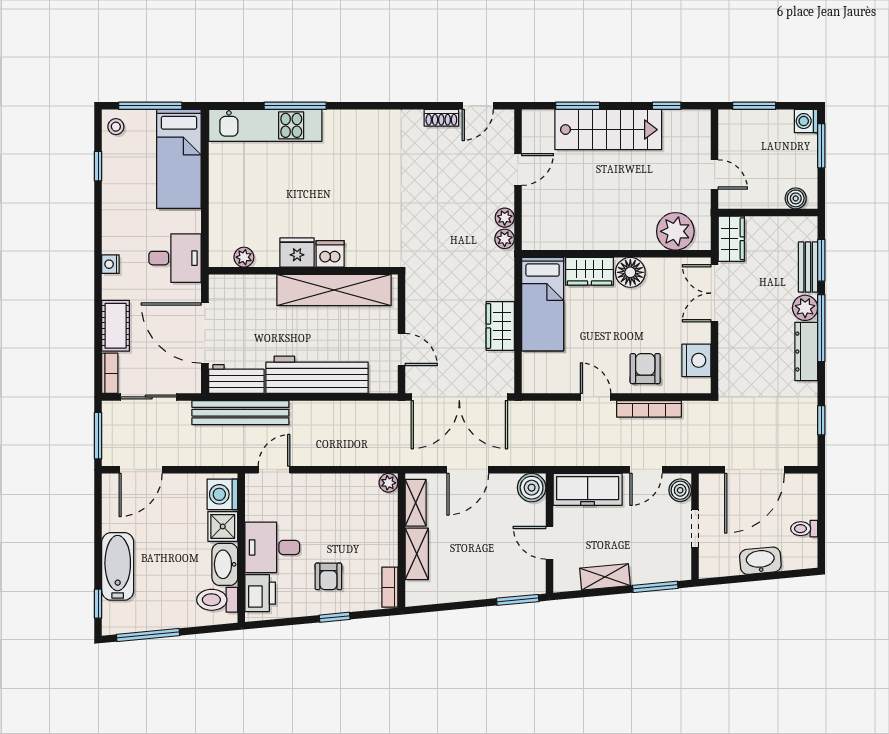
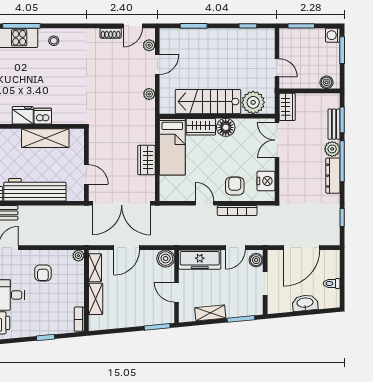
stool: (348, 130) -> (54, 41), added
stairs: (608, 130) -> (208, 102), moved, turned 180
plant: (505, 239) -> (149, 45), moved
shelving: (334, 290) -> (45, 138), width x0.68
armchair: (328, 576) -> (43, 273), moved

